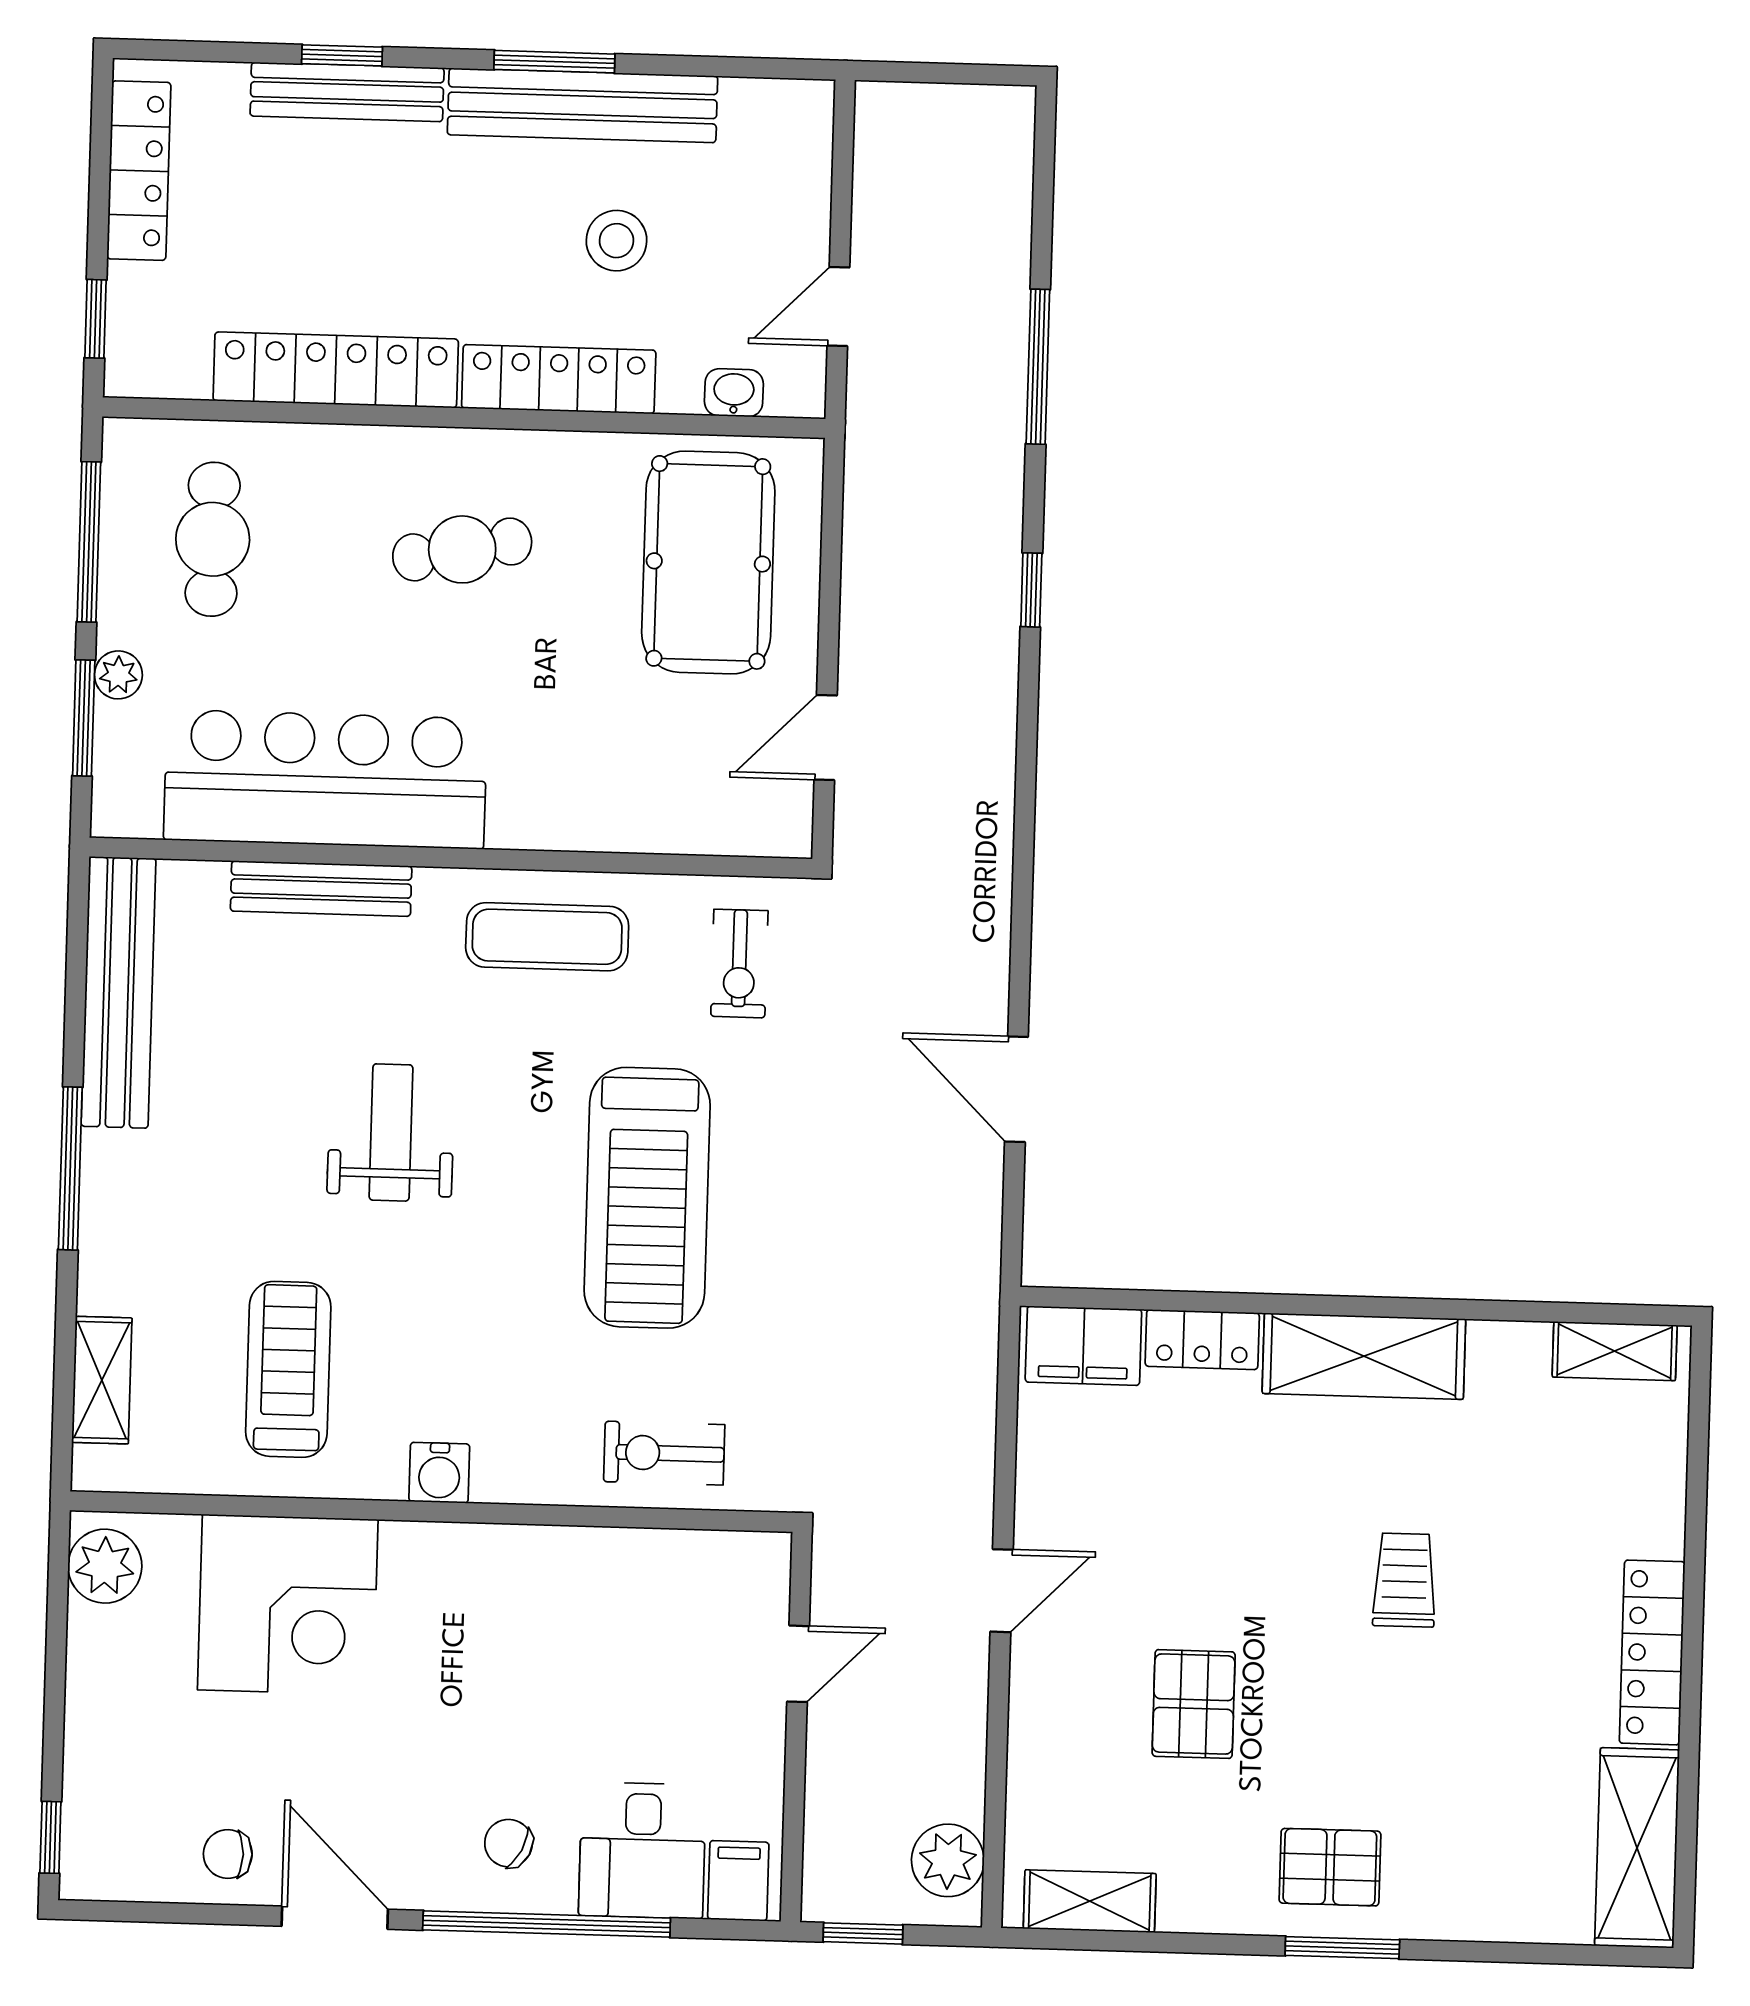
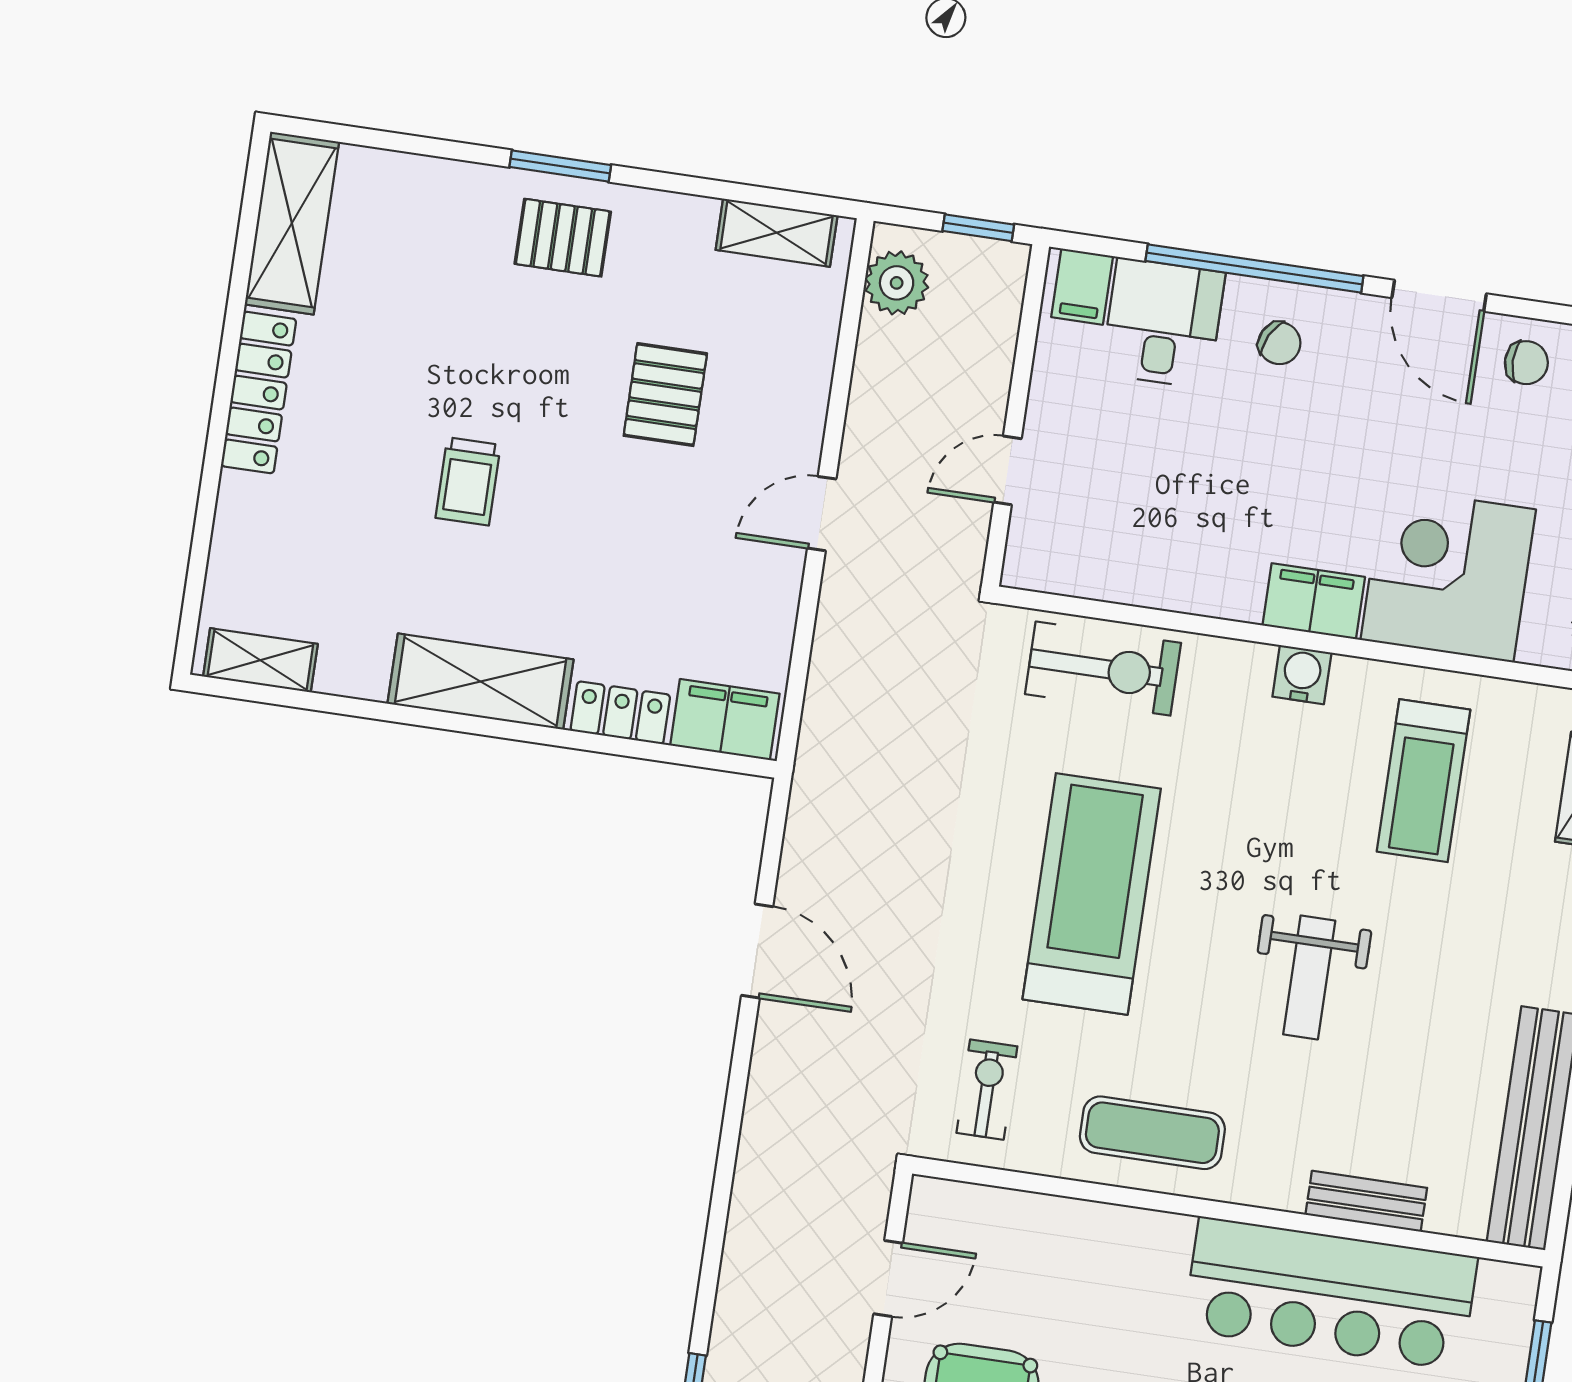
bench: (321, 889) -> (1366, 1201), width x0.73
exercise bike: (664, 1453) -> (1103, 669), width x1.38, depth x1.39
filing cabinet: (436, 1557) -> (1314, 601), added

